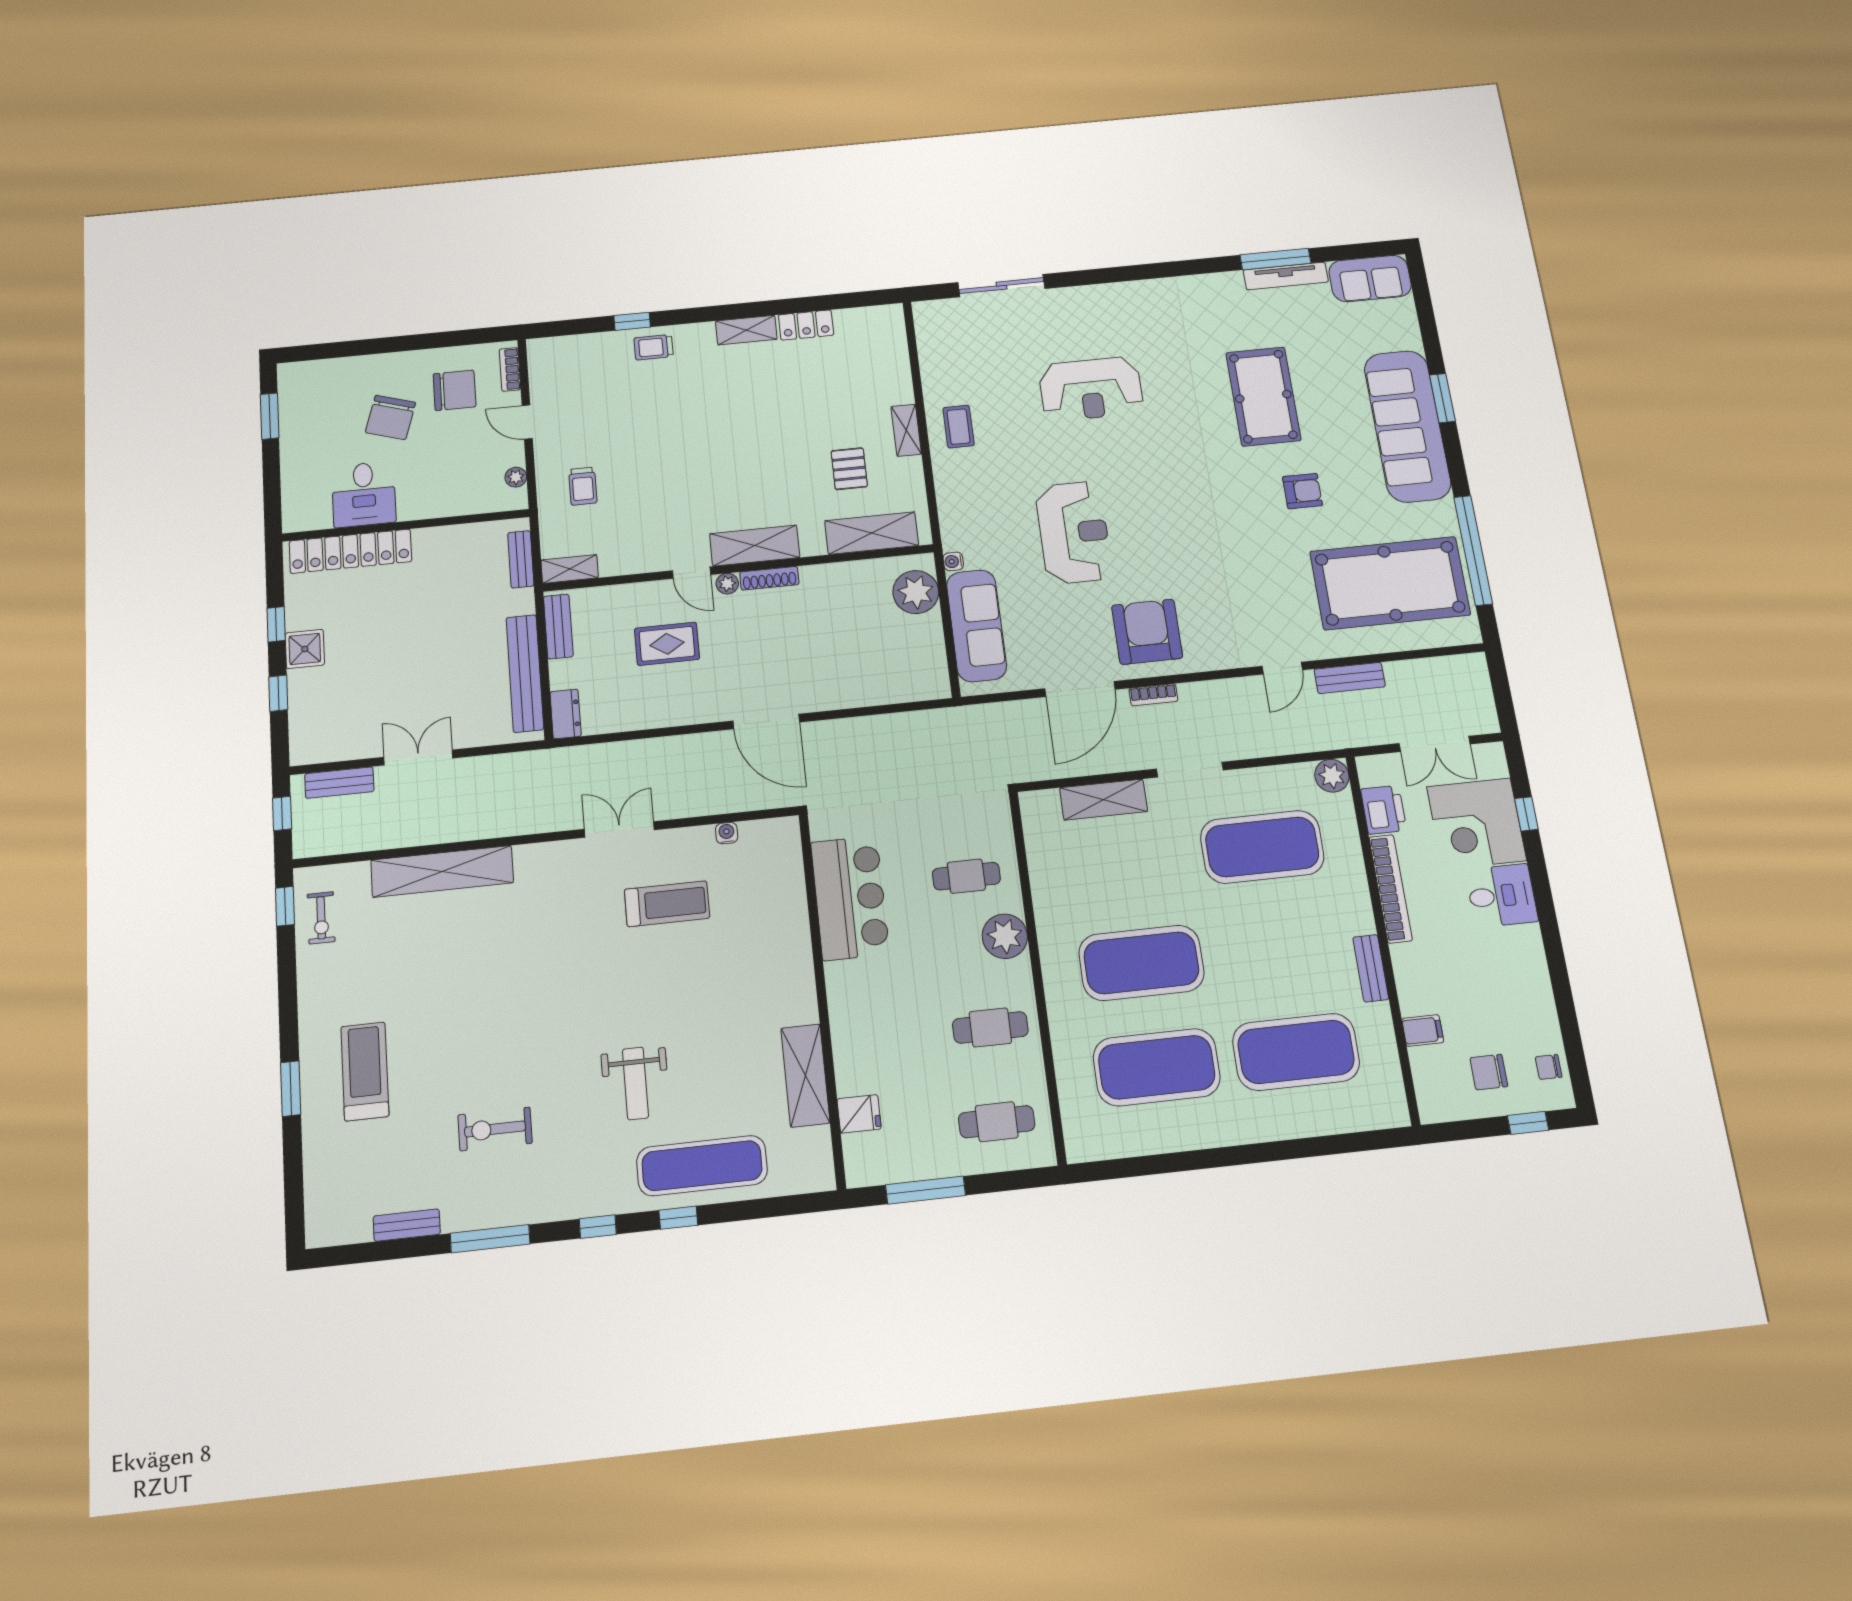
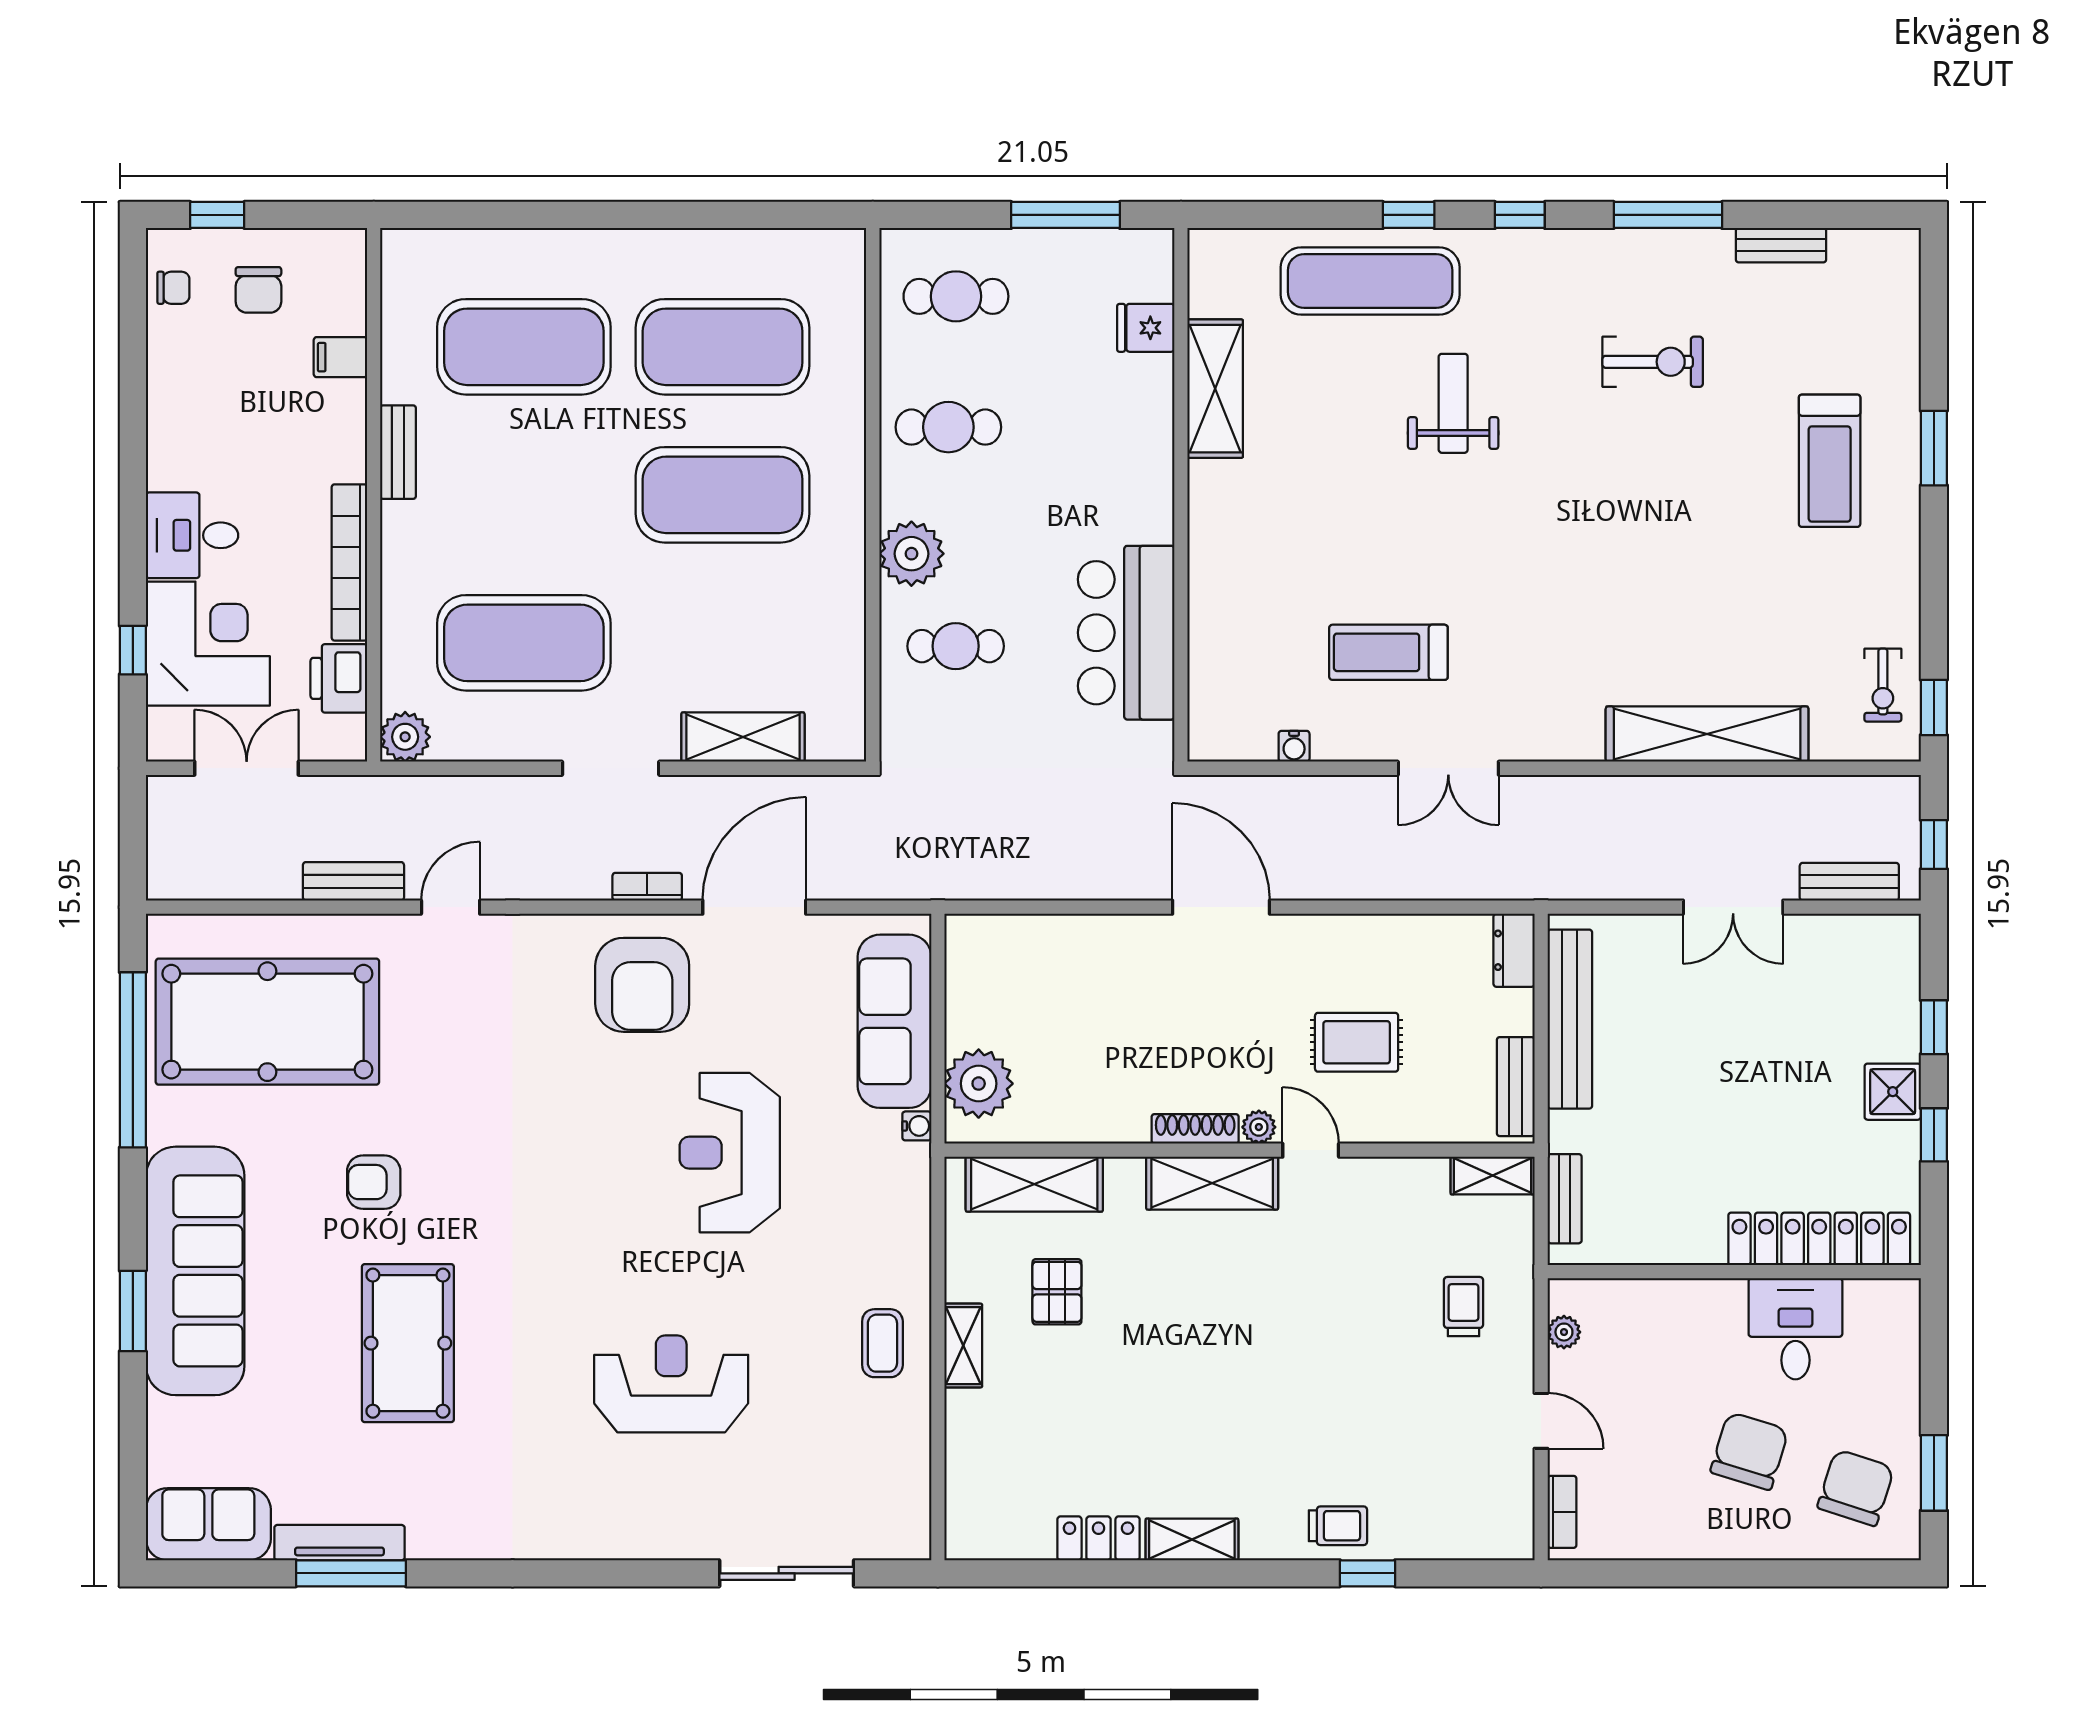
chair: (455, 390) -> (1856, 1488), moved, turned 108
exercise bike: (321, 918) -> (1883, 685), turned 180
chair: (1489, 1072) -> (258, 290), turned 90

